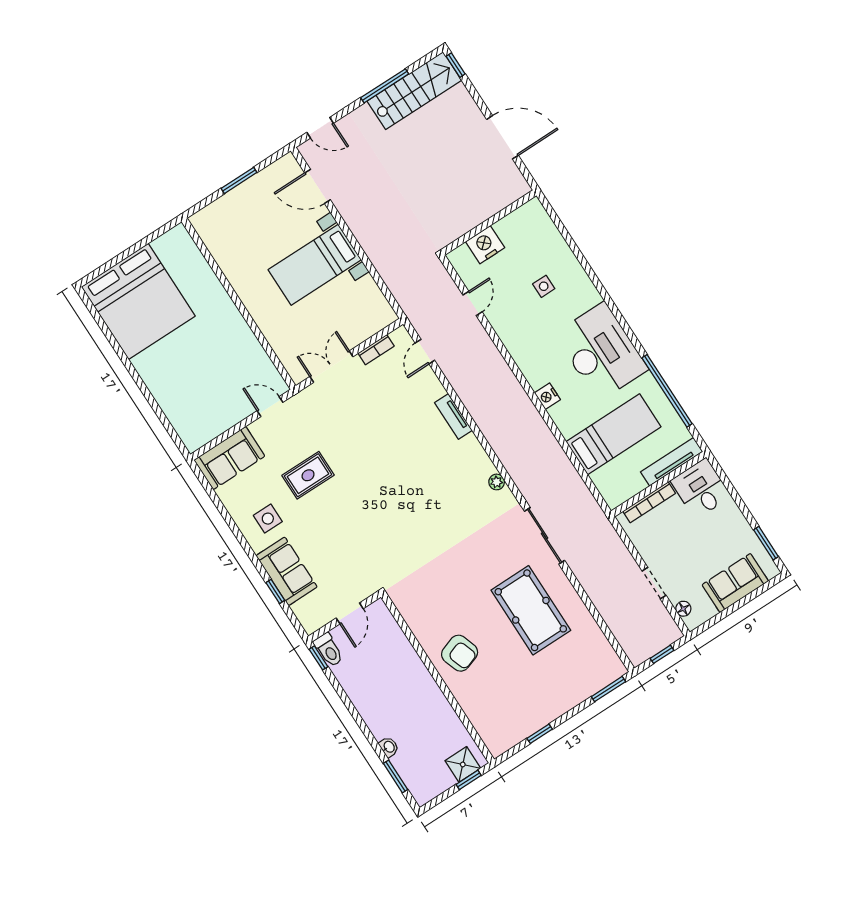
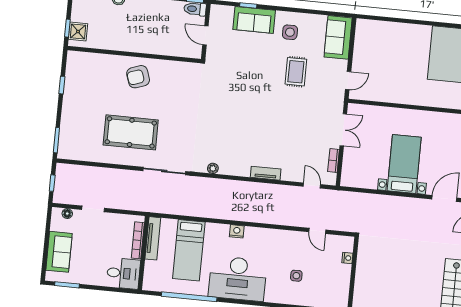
nightstand: (485, 245) -> (347, 258), width x0.53, depth x0.56
tv unit: (672, 462) -> (153, 238), moved

